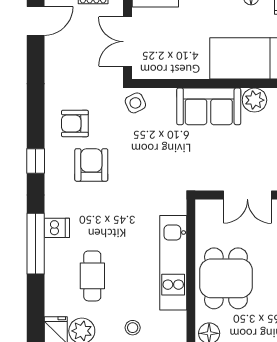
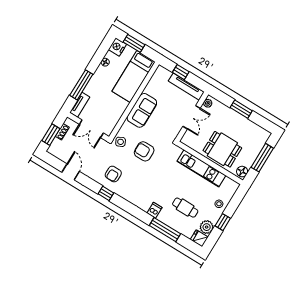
door: (36, 21) -> (71, 172), moved
plant: (254, 100) -> (151, 88), removed
window: (36, 161) -> (106, 193), moved
armchair: (91, 165) -> (144, 151), moved
window: (36, 244) -> (165, 230), moved

